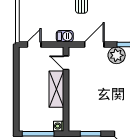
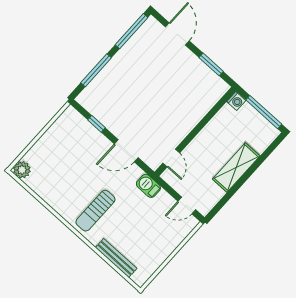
plant: (117, 55) -> (114, 120), removed
shelving: (56, 89) -> (236, 168), moved

